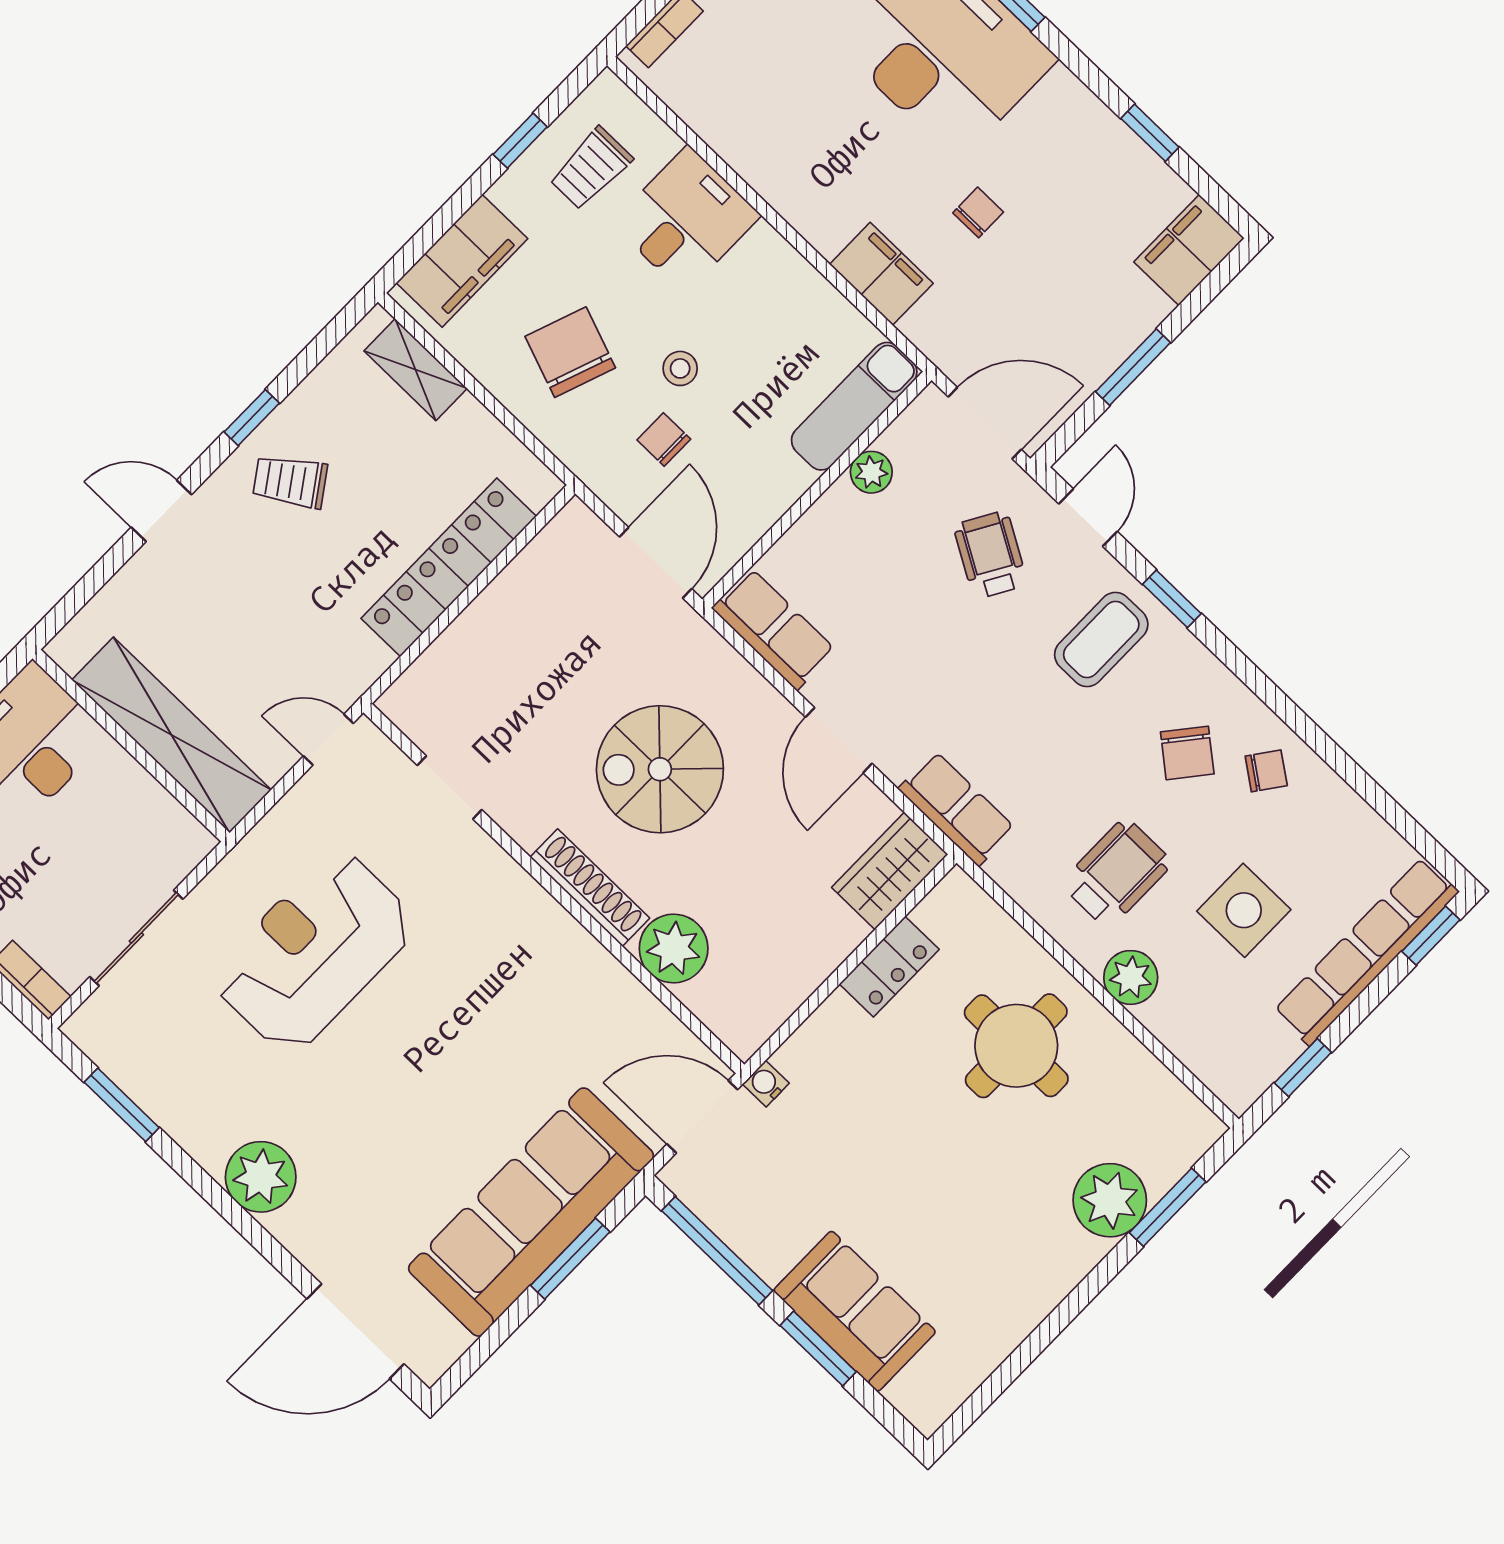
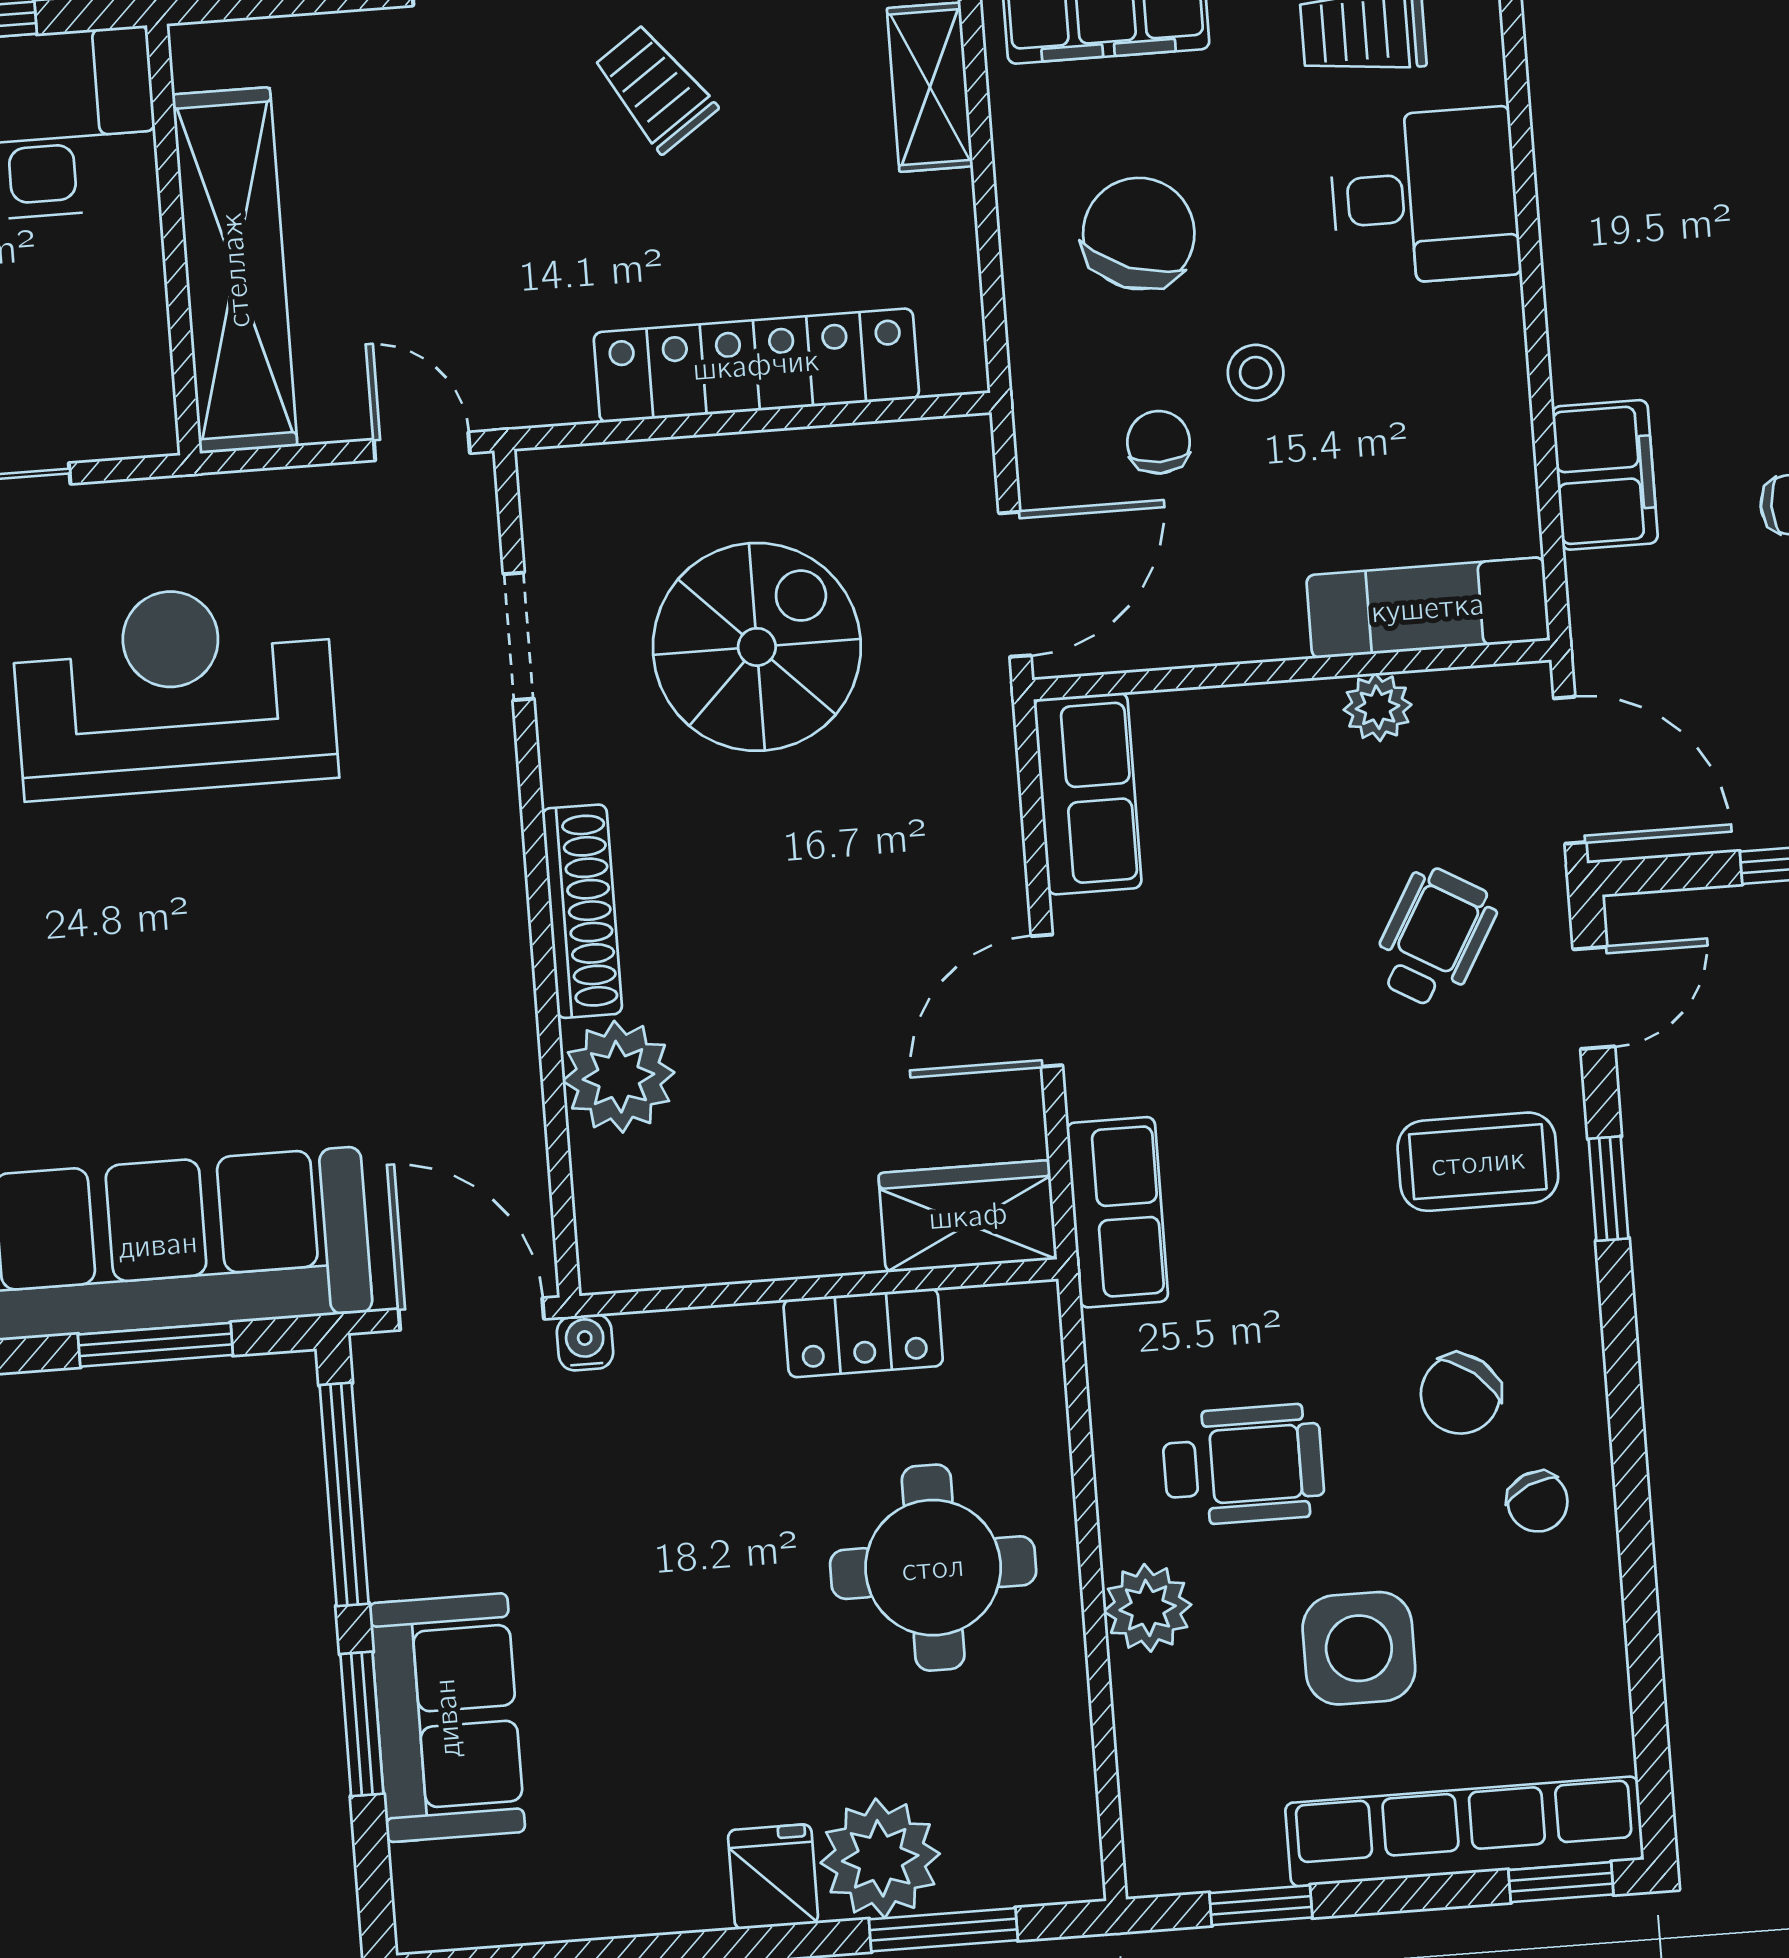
spiral stairs: (660, 769) -> (757, 647), moved, turned 90
chair: (1266, 771) -> (1538, 1502), turned 30
fridge: (1068, 1252) -> (773, 1877), added

